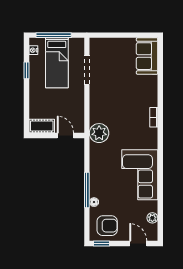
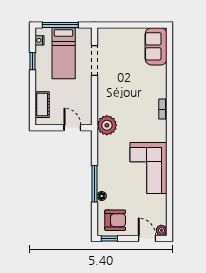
cot: (42, 126) -> (42, 105), moved, turned 90
plant: (152, 218) -> (161, 230), moved

